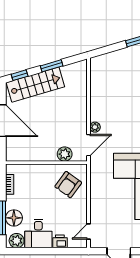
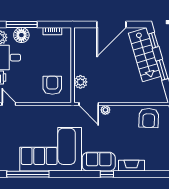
armchair: (104, 80) -> (149, 118), added
armchair: (68, 185) -> (52, 85), turned 54

